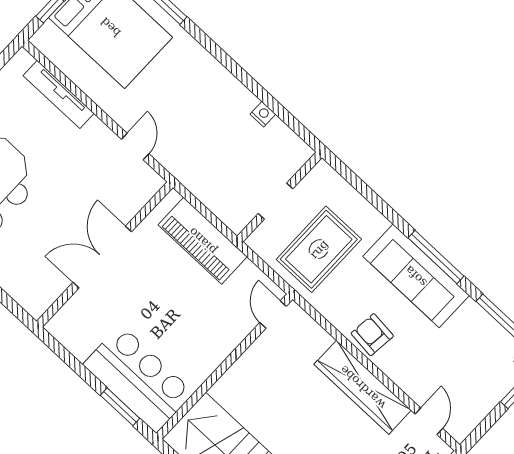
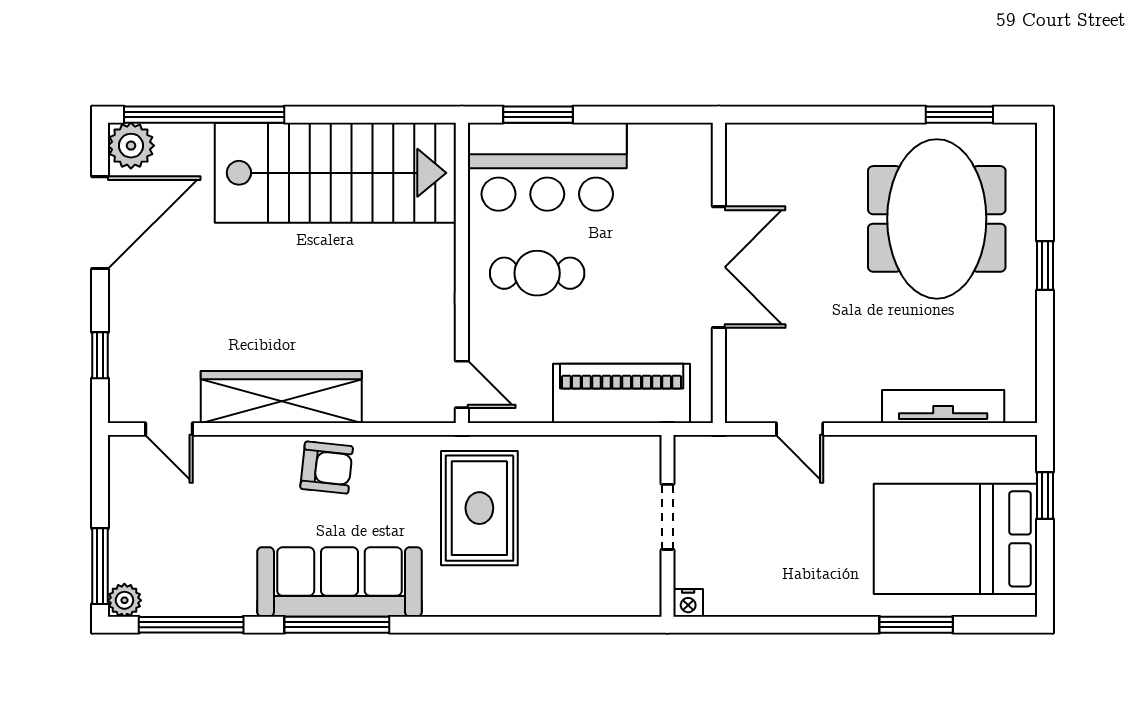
wall: (279, 197) -> (667, 526), moved
doorway: (276, 201) -> (667, 517), moved
cafe table: (190, 333) -> (537, 273), added

